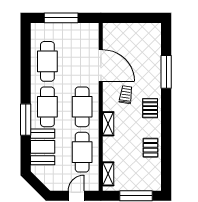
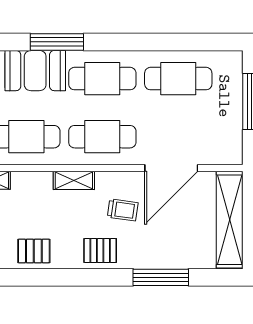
shelving: (132, 31) -> (230, 220), added
window: (26, 120) -> (57, 42), moved

